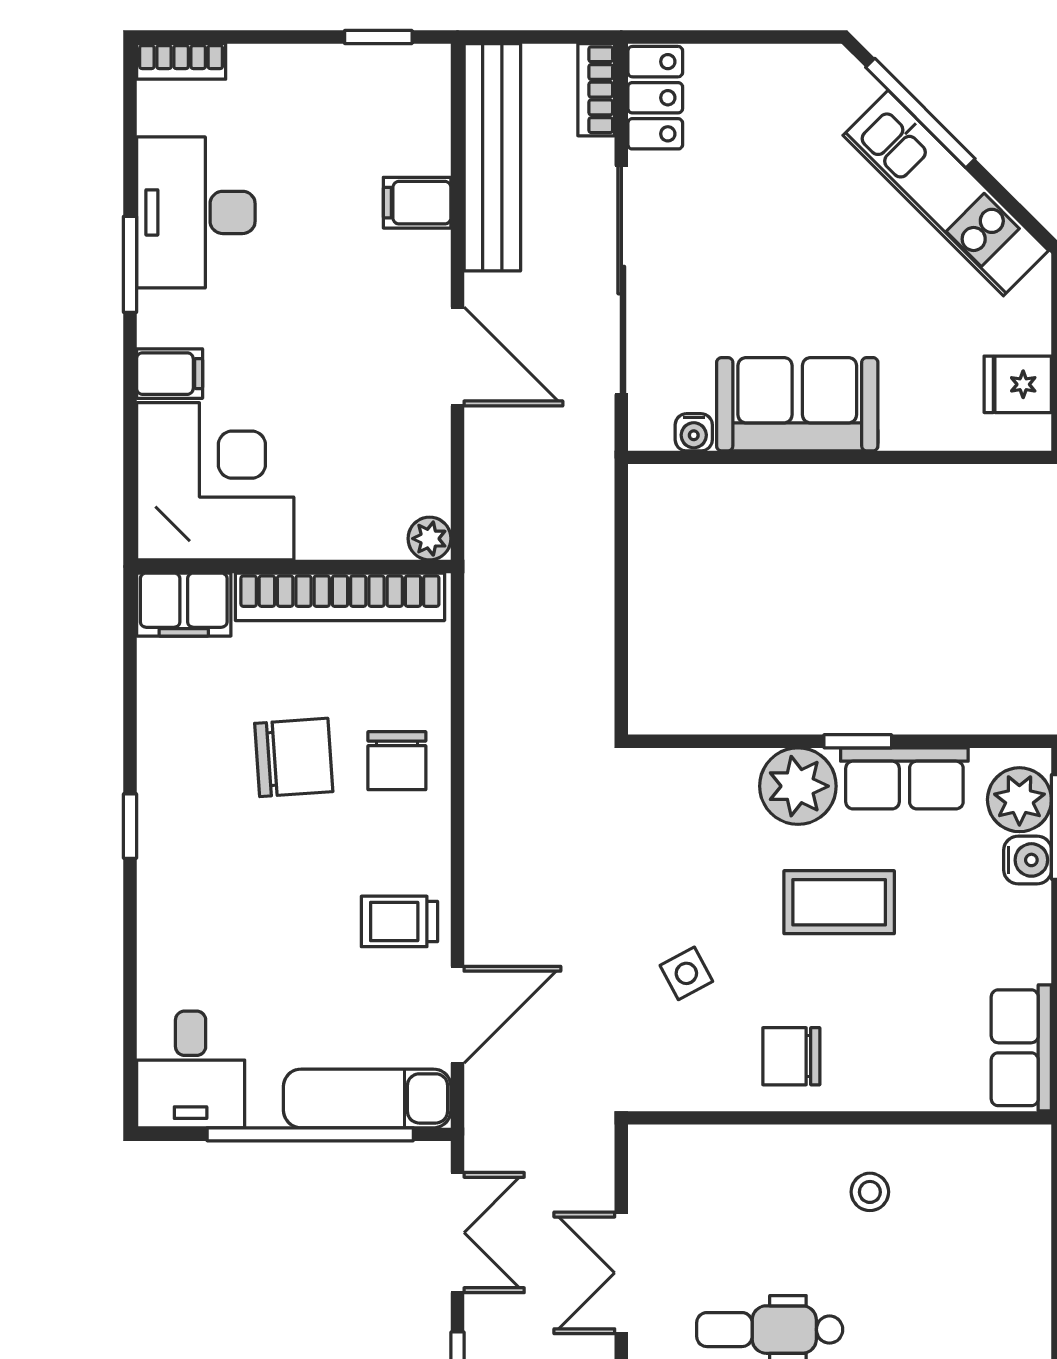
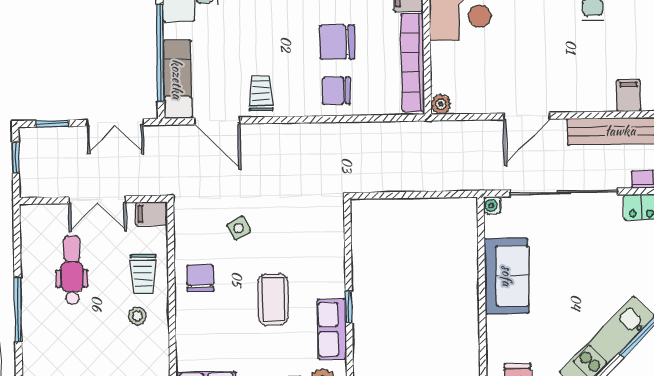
filing cabinet: (417, 203) -> (629, 95), moved
water cooler: (694, 432) -> (492, 205), moved
chair: (294, 757) -> (337, 42), turned 94
plant: (798, 786) -> (327, 279), removed
filing cabinet: (653, 1158) -> (152, 214), added
trolley: (780, 1178) -> (143, 274), added
double door: (621, 1273) -> (97, 200), swing flipped

